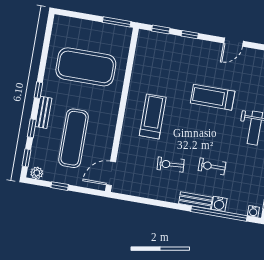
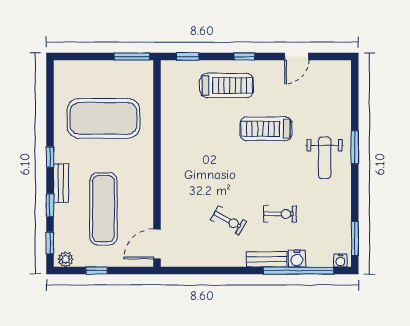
window: (190, 35) -> (244, 57), moved
door: (234, 42) -> (297, 57), moved
treadmill: (153, 116) -> (227, 85), moved, turned 90
exercise bike: (171, 165) -> (229, 220), turned -147
exercise bike: (212, 166) -> (280, 214), turned 180

